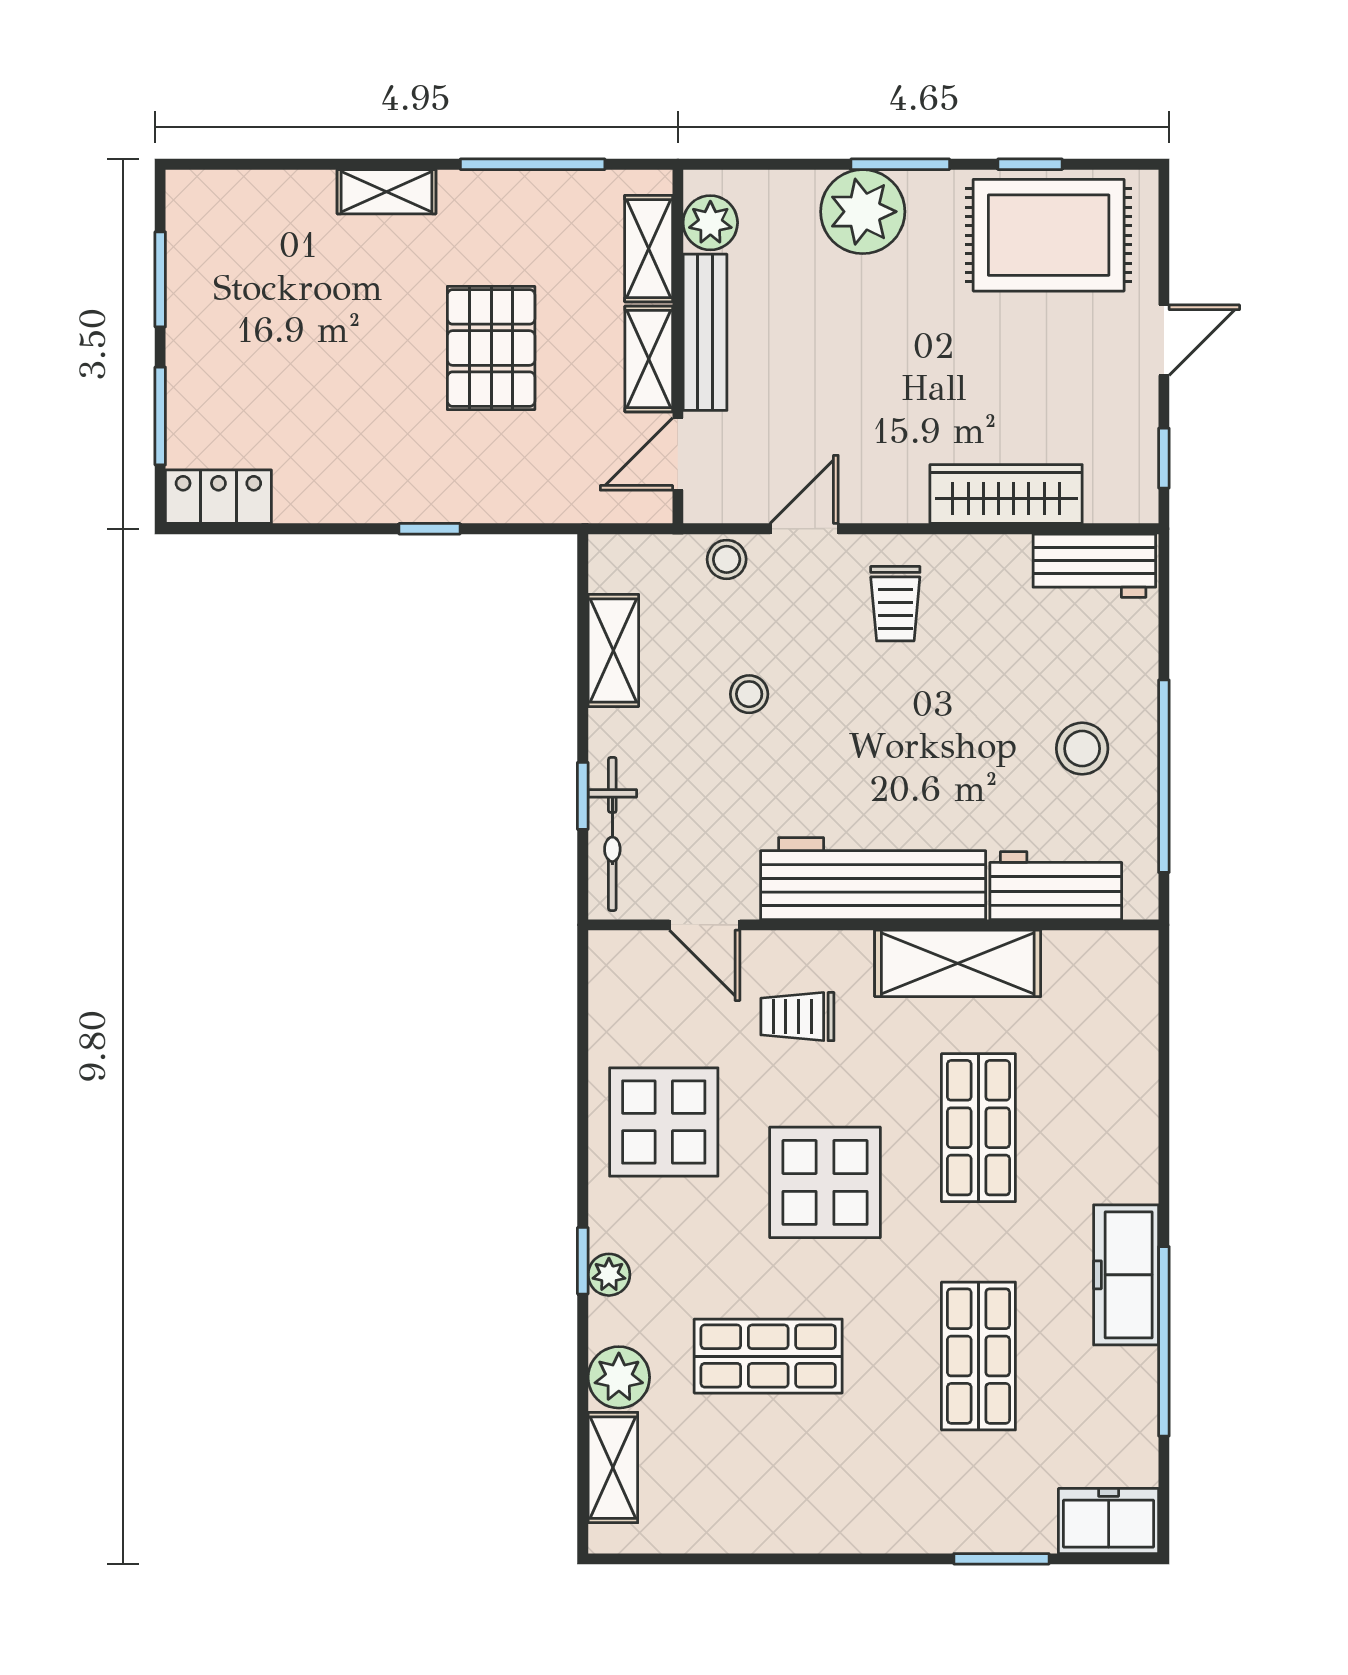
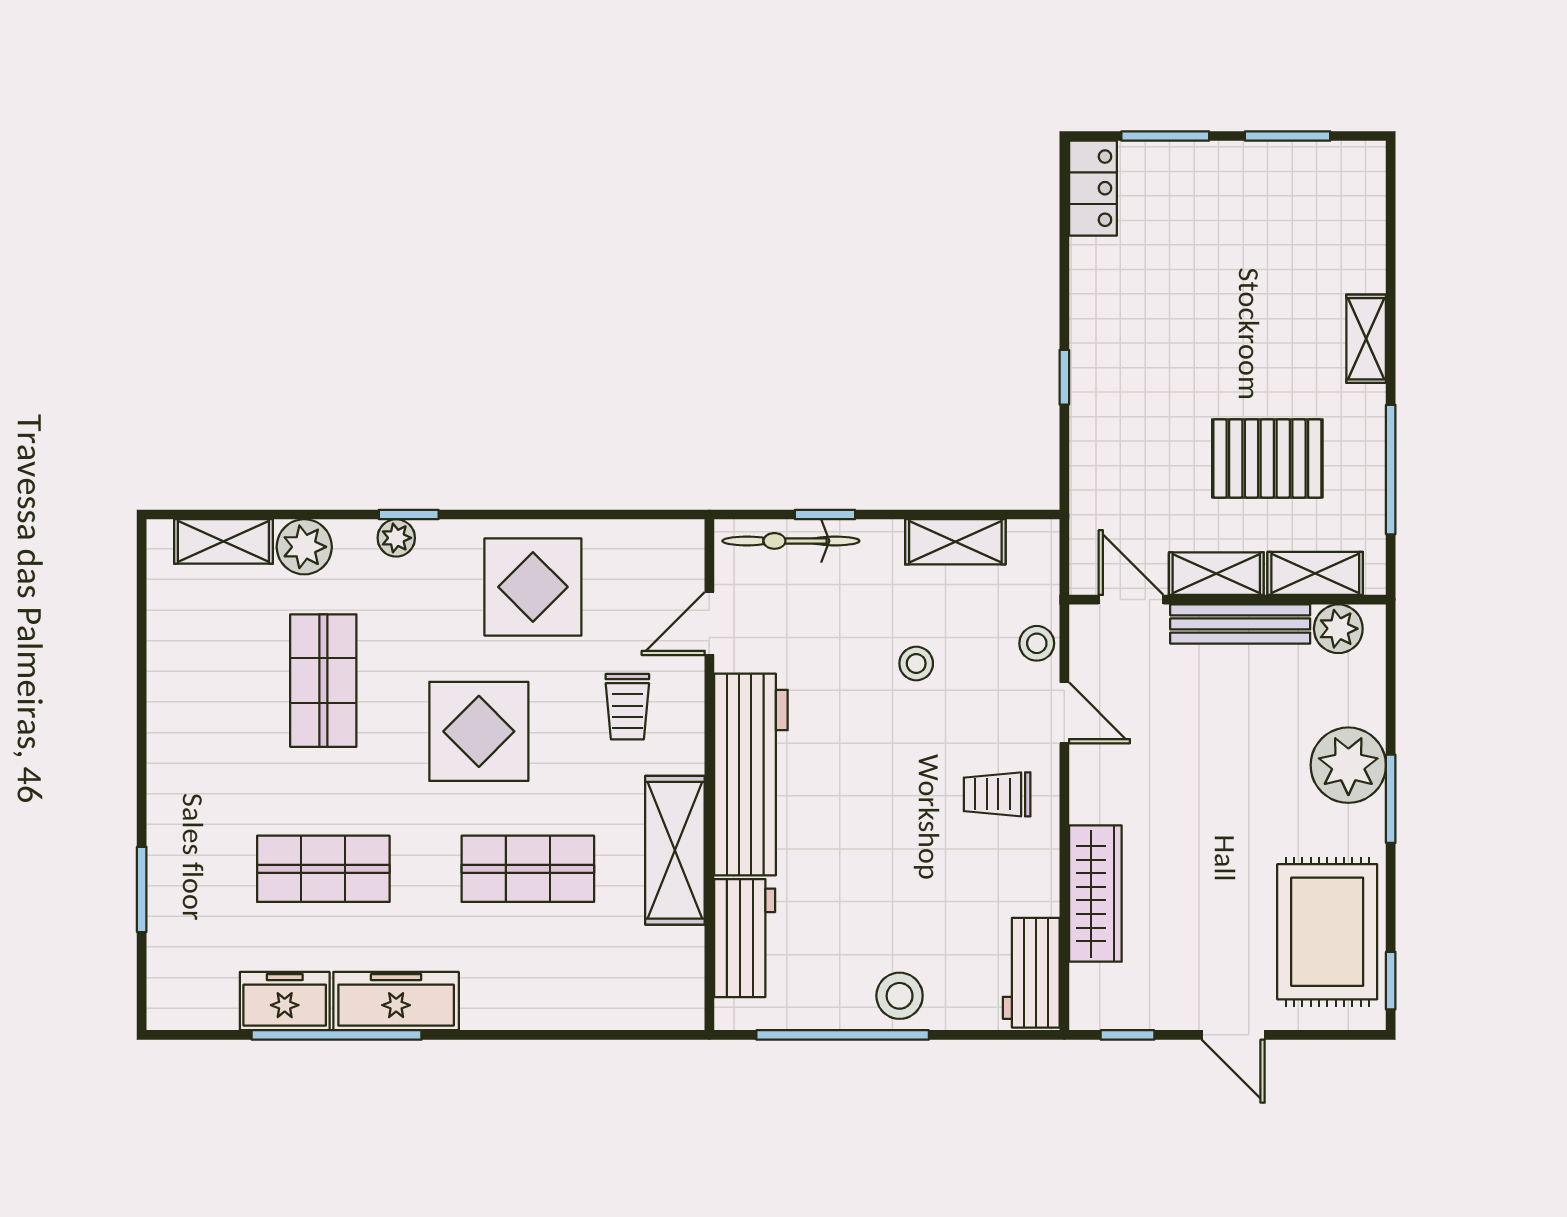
window: (1030, 164) -> (1391, 981), moved
pallet: (491, 348) -> (1267, 458), moved
stool: (1082, 749) -> (900, 996), moved
trolley: (797, 1017) -> (627, 707), turned 180
freezer: (1109, 1521) -> (285, 1001), moved, turned -90

